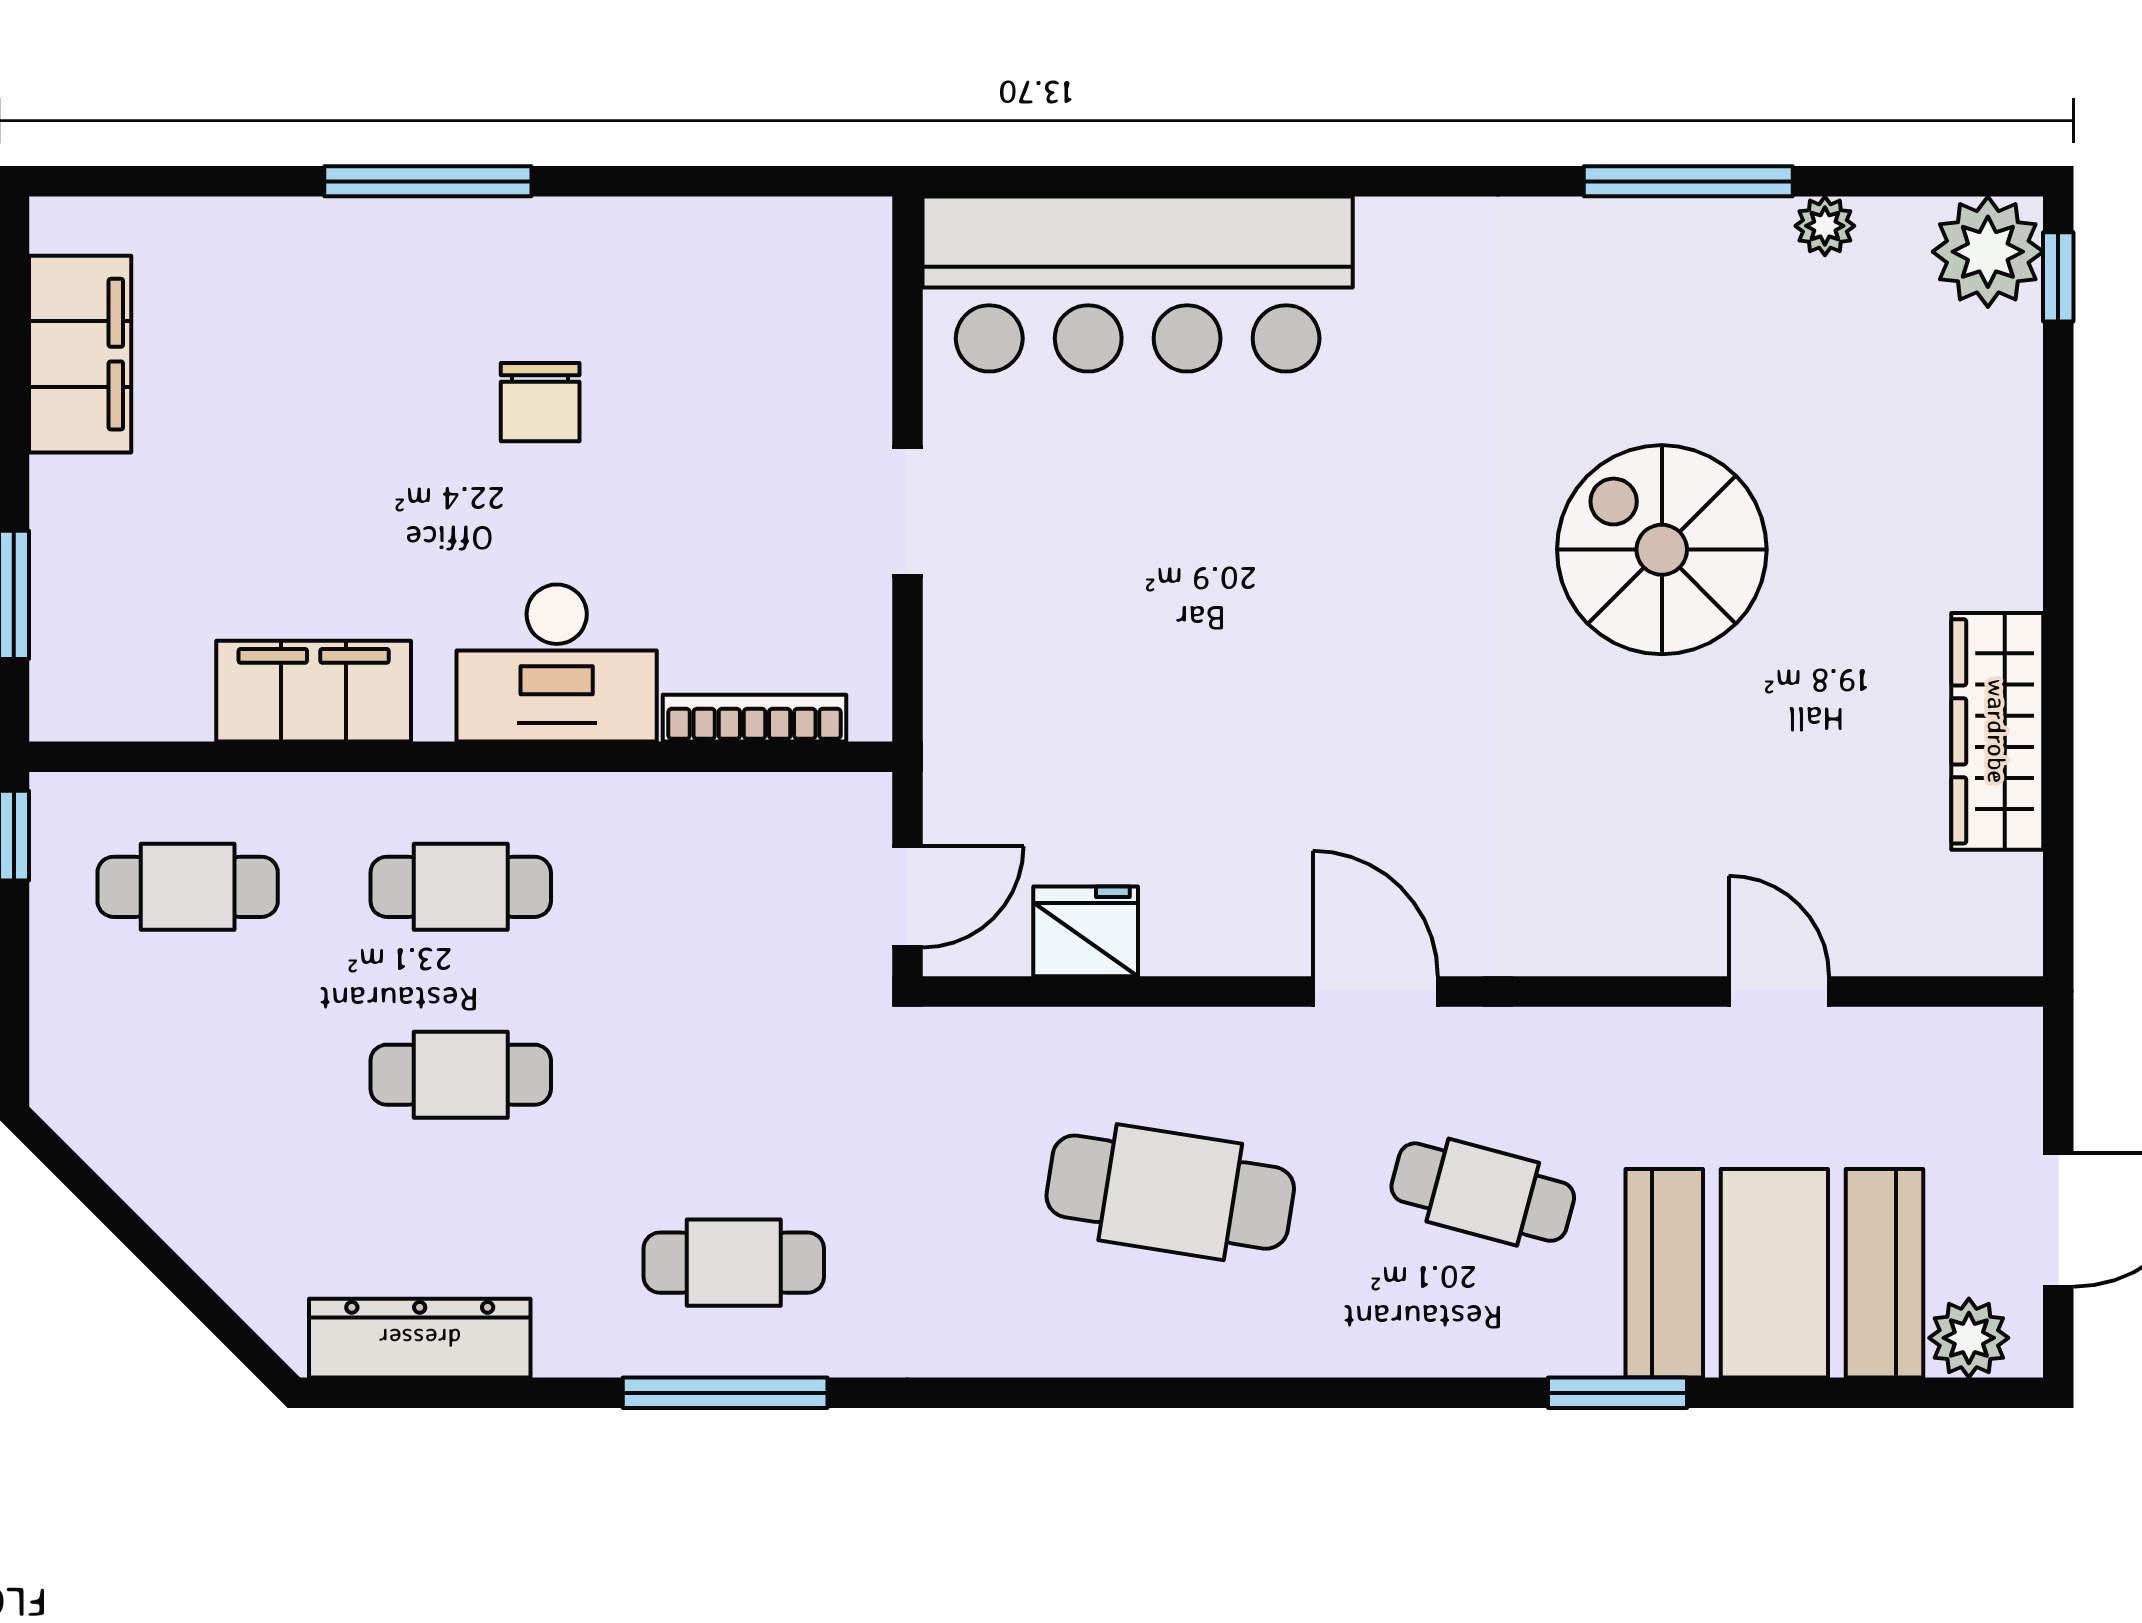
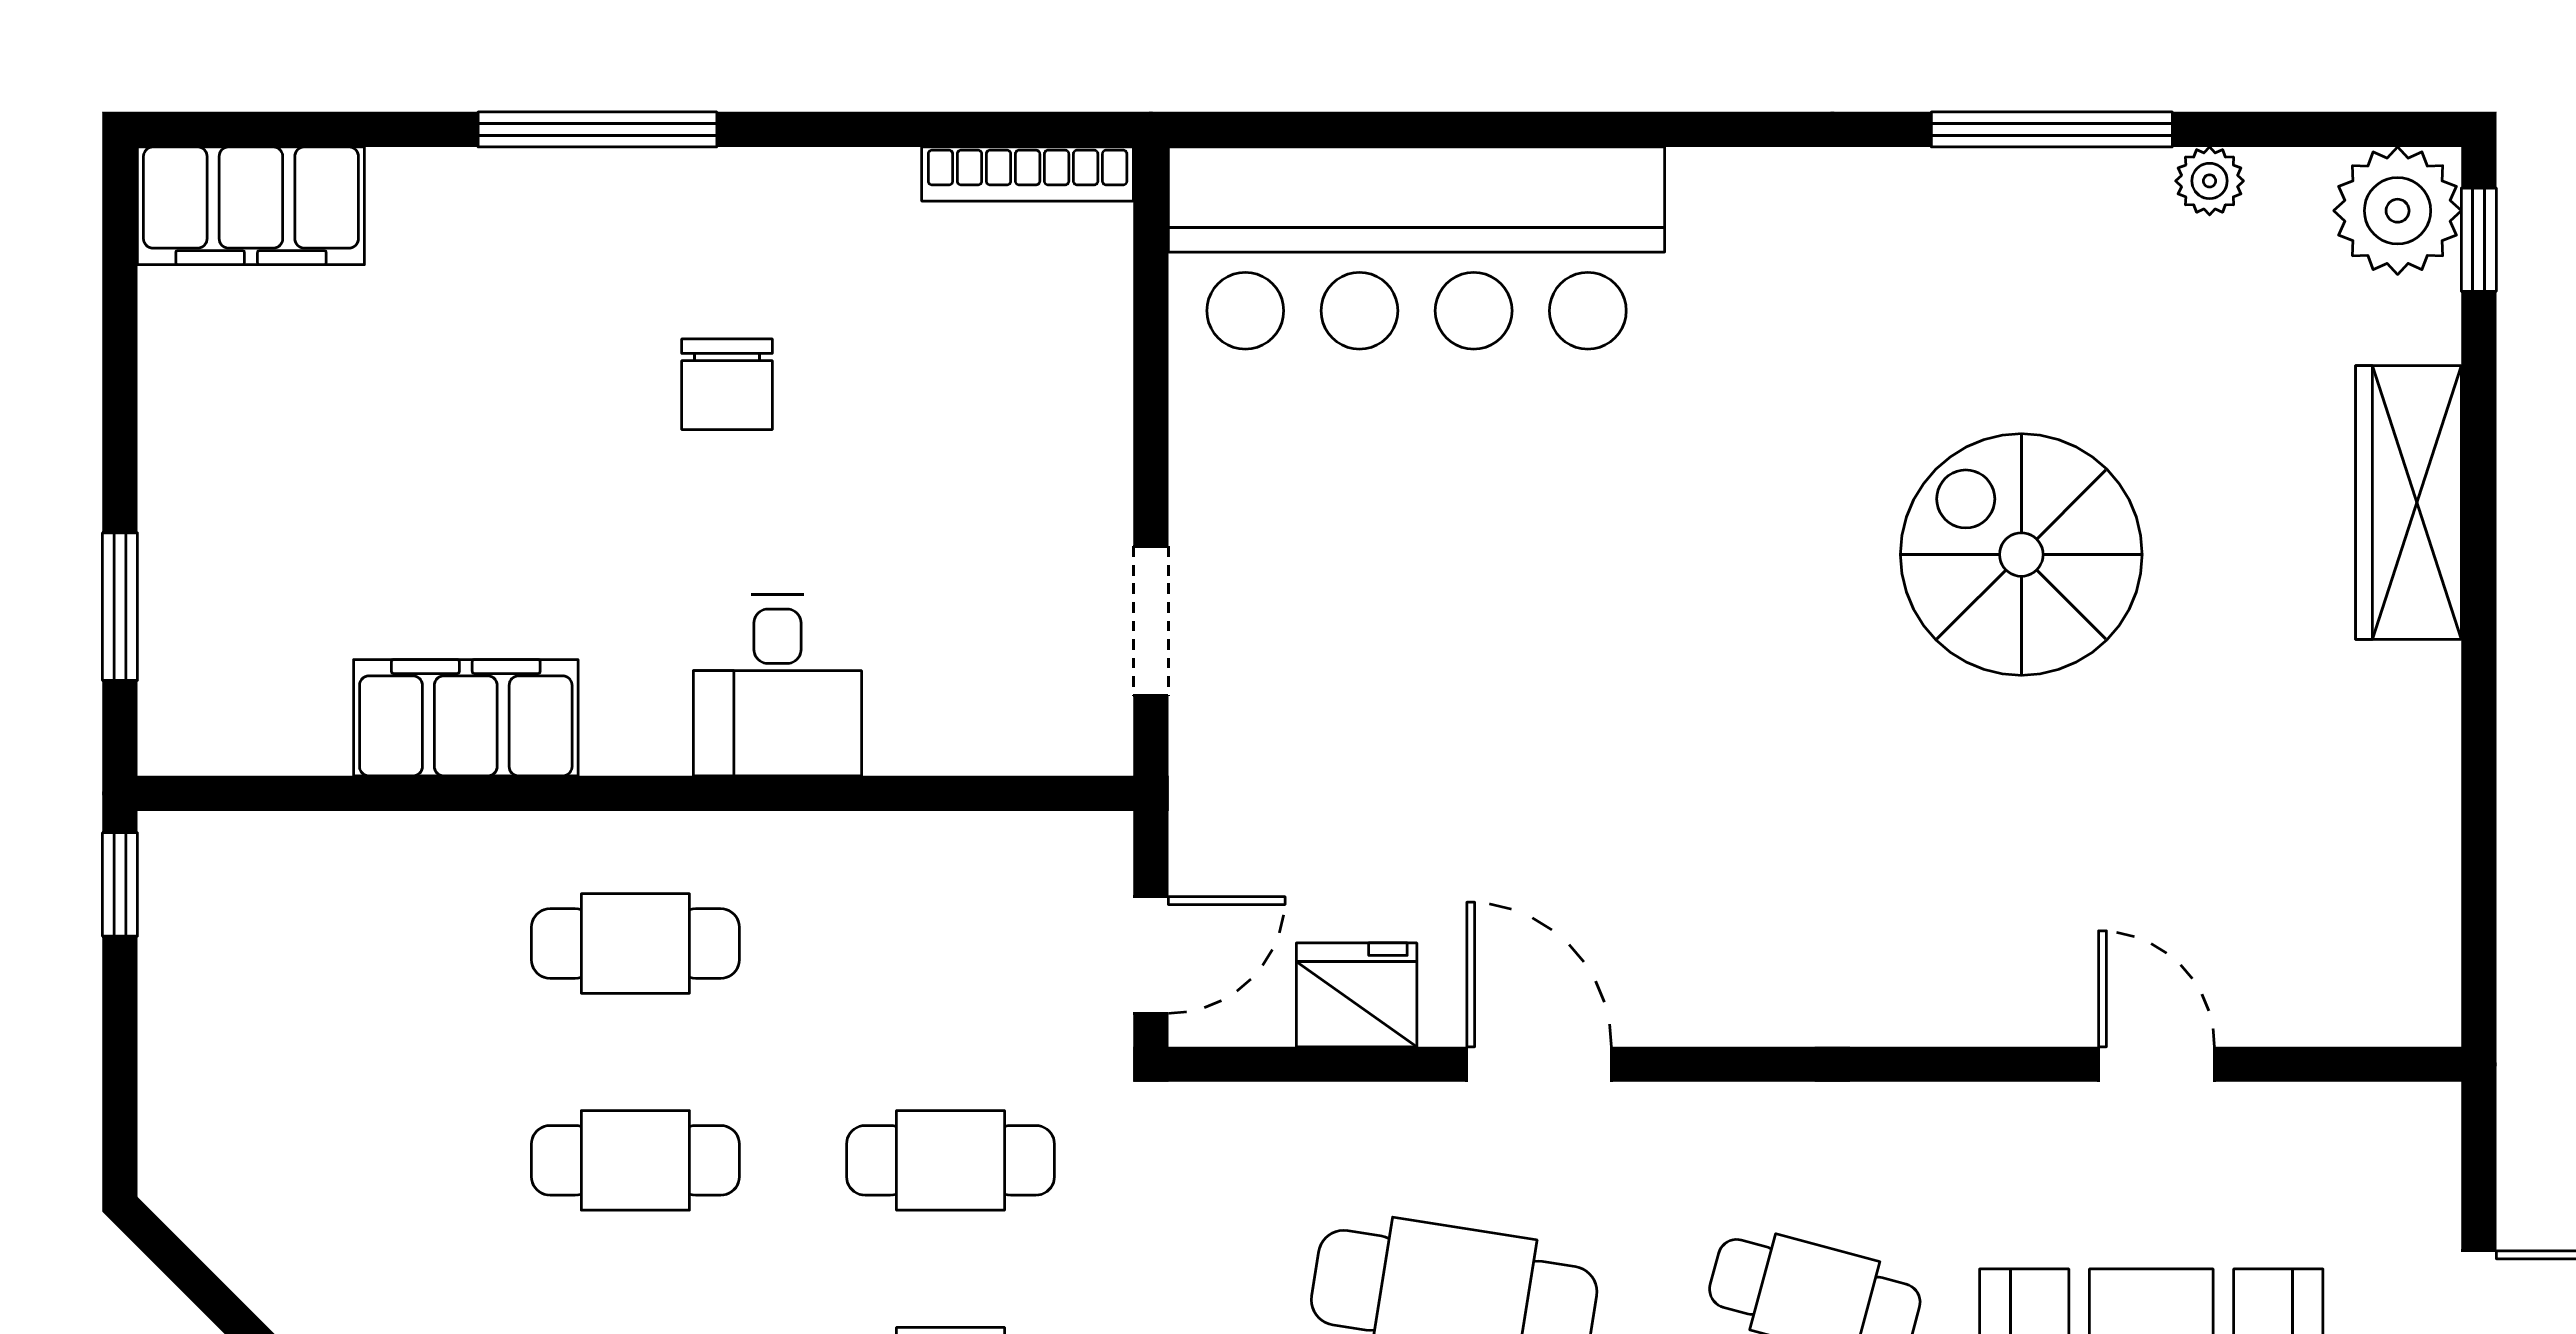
filing cabinet: (80, 354) -> (251, 206), moved, turned 90
doorway: (907, 511) -> (1151, 621), moved
desk: (557, 663) -> (777, 685), width x0.73
bookcase: (754, 718) -> (1028, 174), moved, turned 180
wardrobe: (1997, 731) -> (2408, 503), moved
cafe table: (188, 887) -> (951, 1160), moved
door: (1375, 991) -> (1539, 1064), moved

